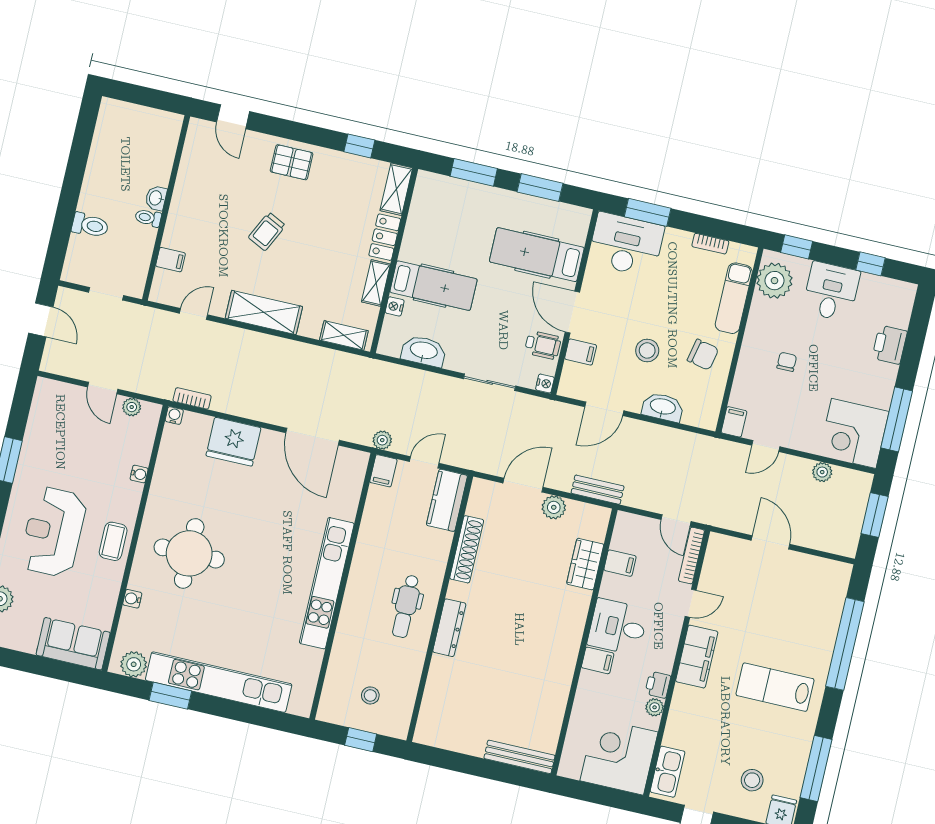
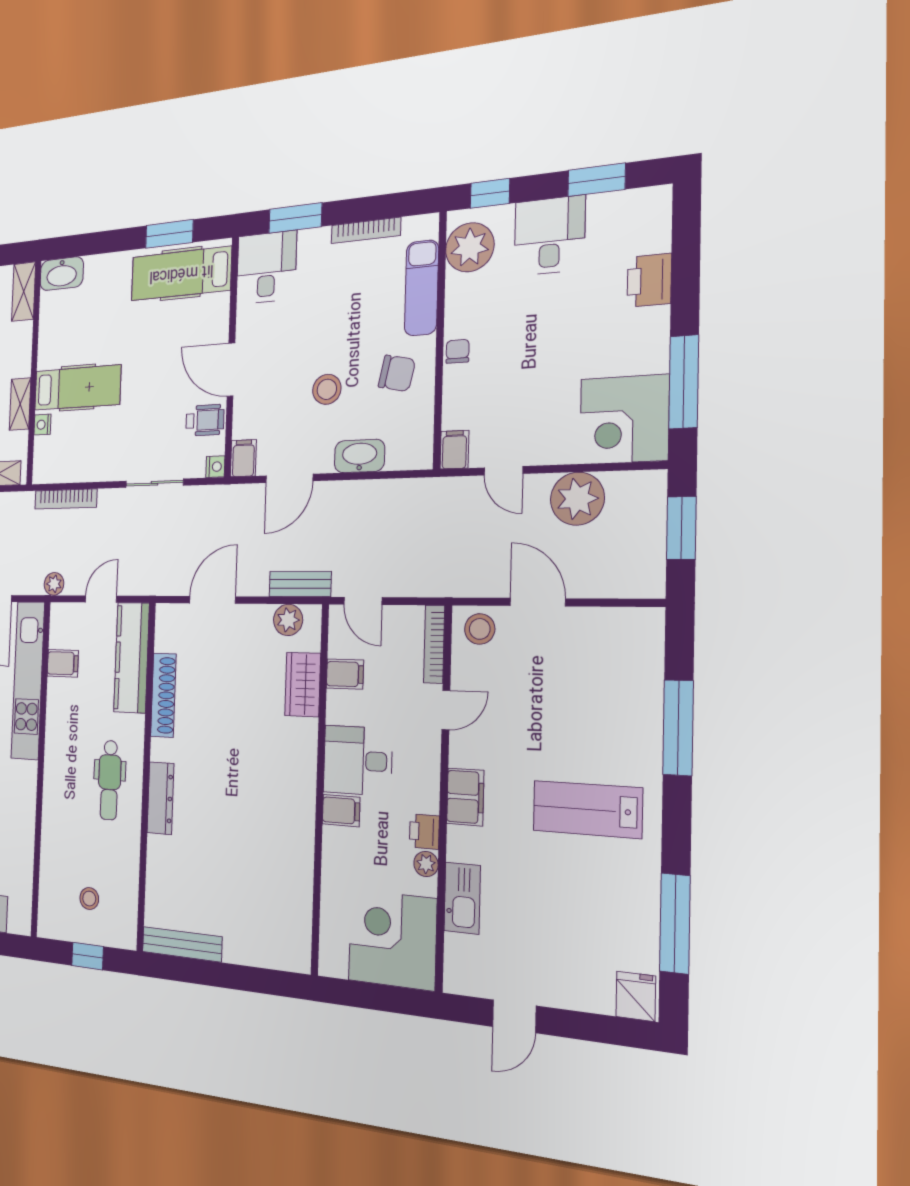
window: (474, 172) -> (97, 243), removed
locker: (385, 237) -> (21, 349), removed
bookcase: (710, 244) -> (366, 230), width x1.56
desk: (626, 245) -> (266, 267), width x0.73
hospital bed: (537, 255) -> (181, 274), moved
window: (870, 264) -> (597, 180), width x1.50
washbasin: (424, 351) -> (62, 274), moved, turned 180
filing cabinet: (581, 352) -> (243, 458), moved, turned -90
chair: (787, 362) -> (458, 351), moved
bookcase: (406, 374) -> (66, 499), added
door: (766, 446) -> (503, 471), hinge flipped
filing cabinet: (383, 471) -> (63, 663), moved, turned -90
plant: (822, 472) -> (577, 499), width x1.88, depth x1.88
kitchen counter: (447, 500) -> (132, 658), width x1.50
plant: (554, 507) -> (288, 620), moved
door: (676, 520) -> (363, 601), moved
kitchen unit: (327, 583) -> (28, 680), moved
window: (845, 644) -> (678, 728), width x0.68
filing cabinet: (697, 657) -> (465, 797), width x0.67, depth x0.86
bench: (519, 757) -> (182, 944), moved
kitchen sink: (667, 772) -> (462, 898), moved
stool: (752, 780) -> (480, 629), moved

